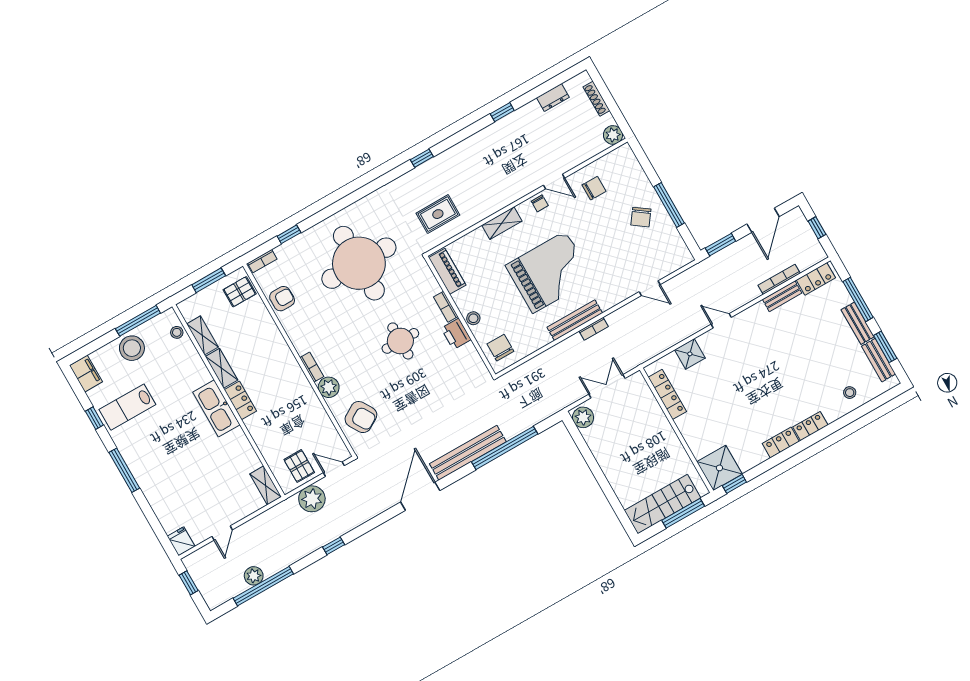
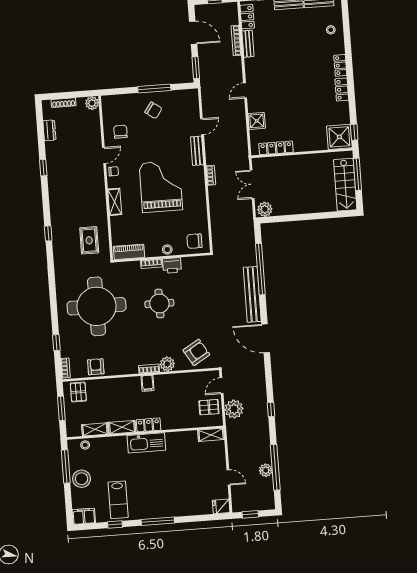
bench: (575, 320) -> (197, 151), moved, width x0.73
filing cabinet: (292, 374) -> (148, 383), added

